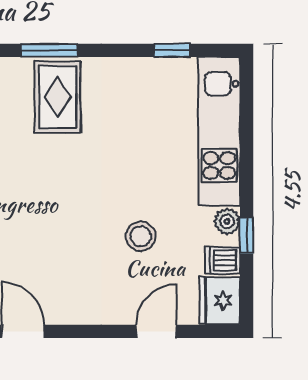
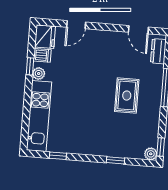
window: (49, 50) -> (115, 160), width x0.67
rug: (58, 97) -> (127, 96), moved
stool: (141, 236) -> (80, 70), removed

